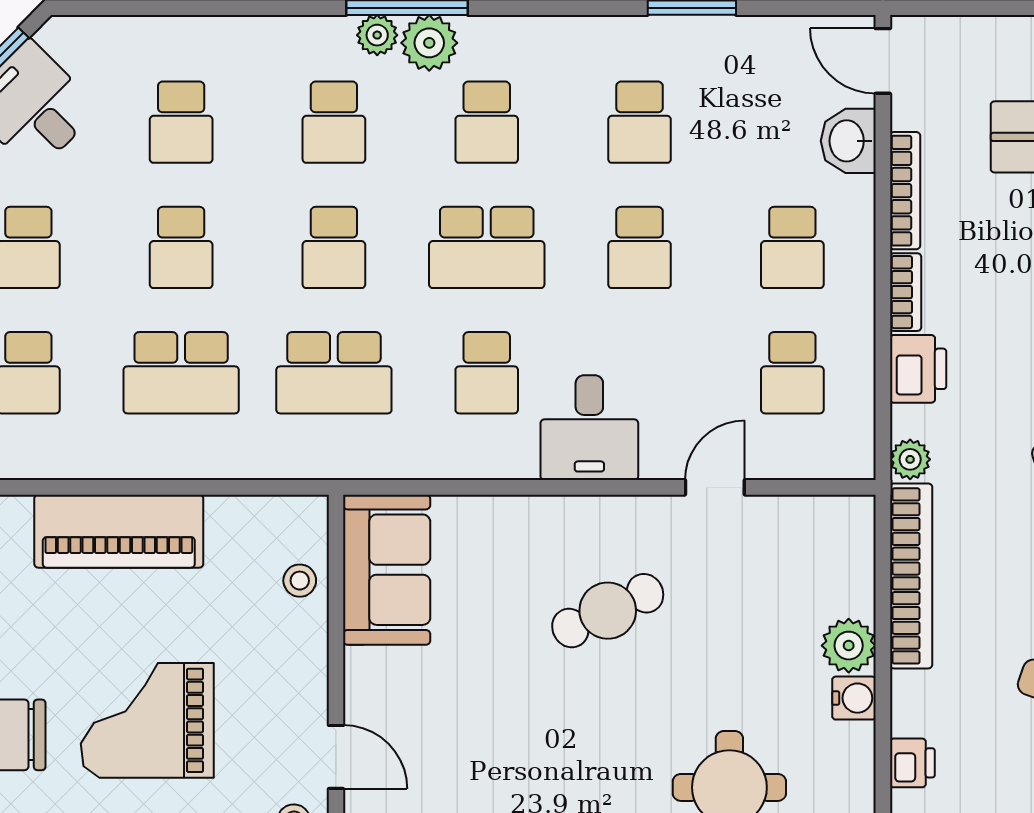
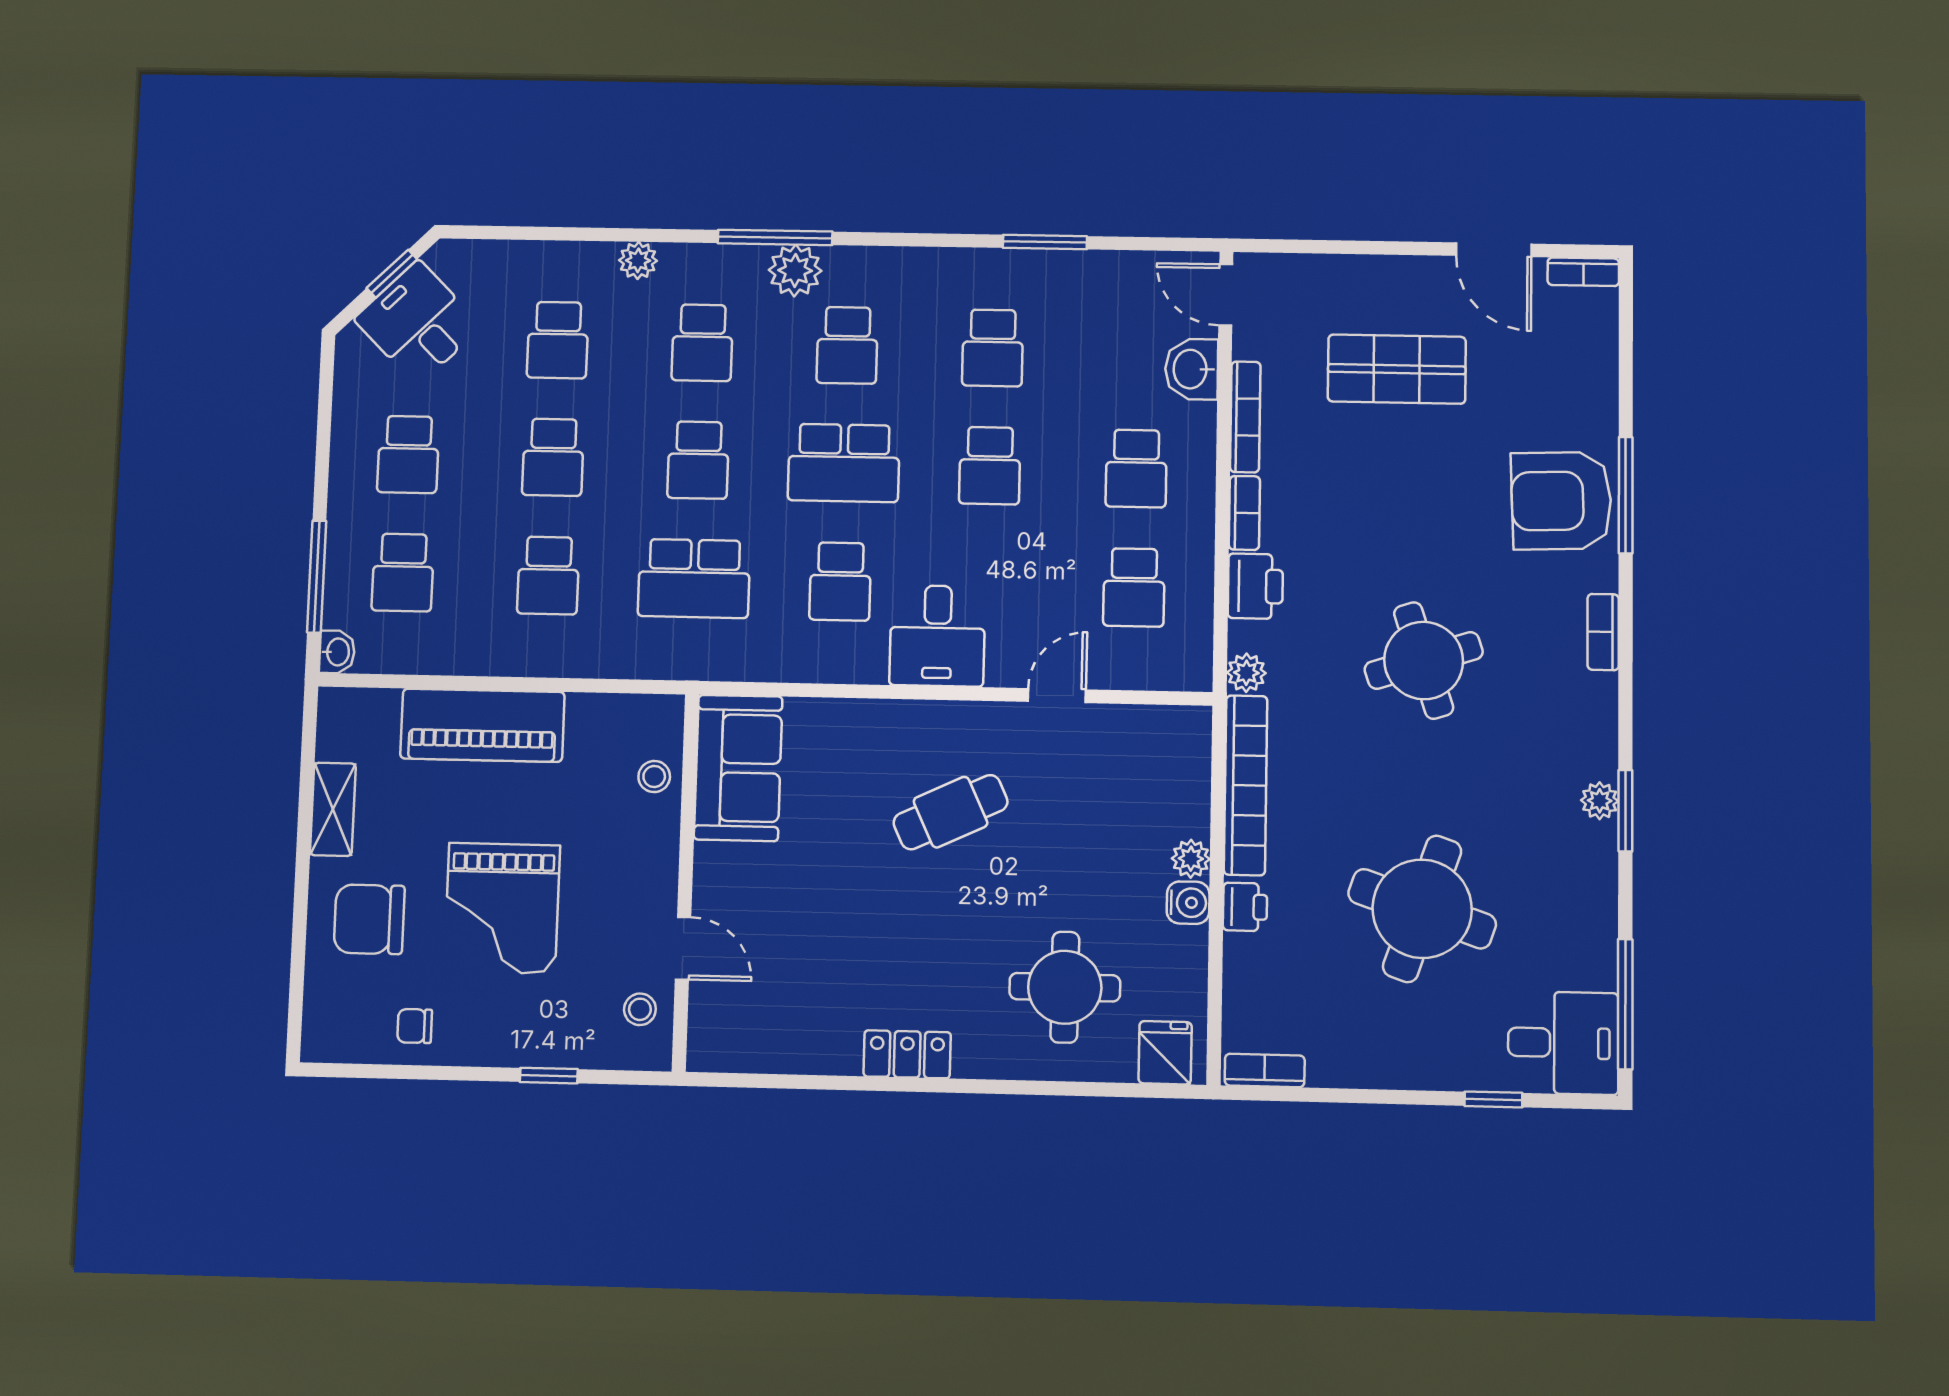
plant: (377, 35) -> (638, 260), moved
school desk: (181, 373) -> (548, 576), width x0.54
plant: (849, 646) -> (1191, 859), width x0.73, depth x0.73
grand piano: (147, 720) -> (502, 908), turned -90
printer: (912, 763) -> (1245, 907), moved

